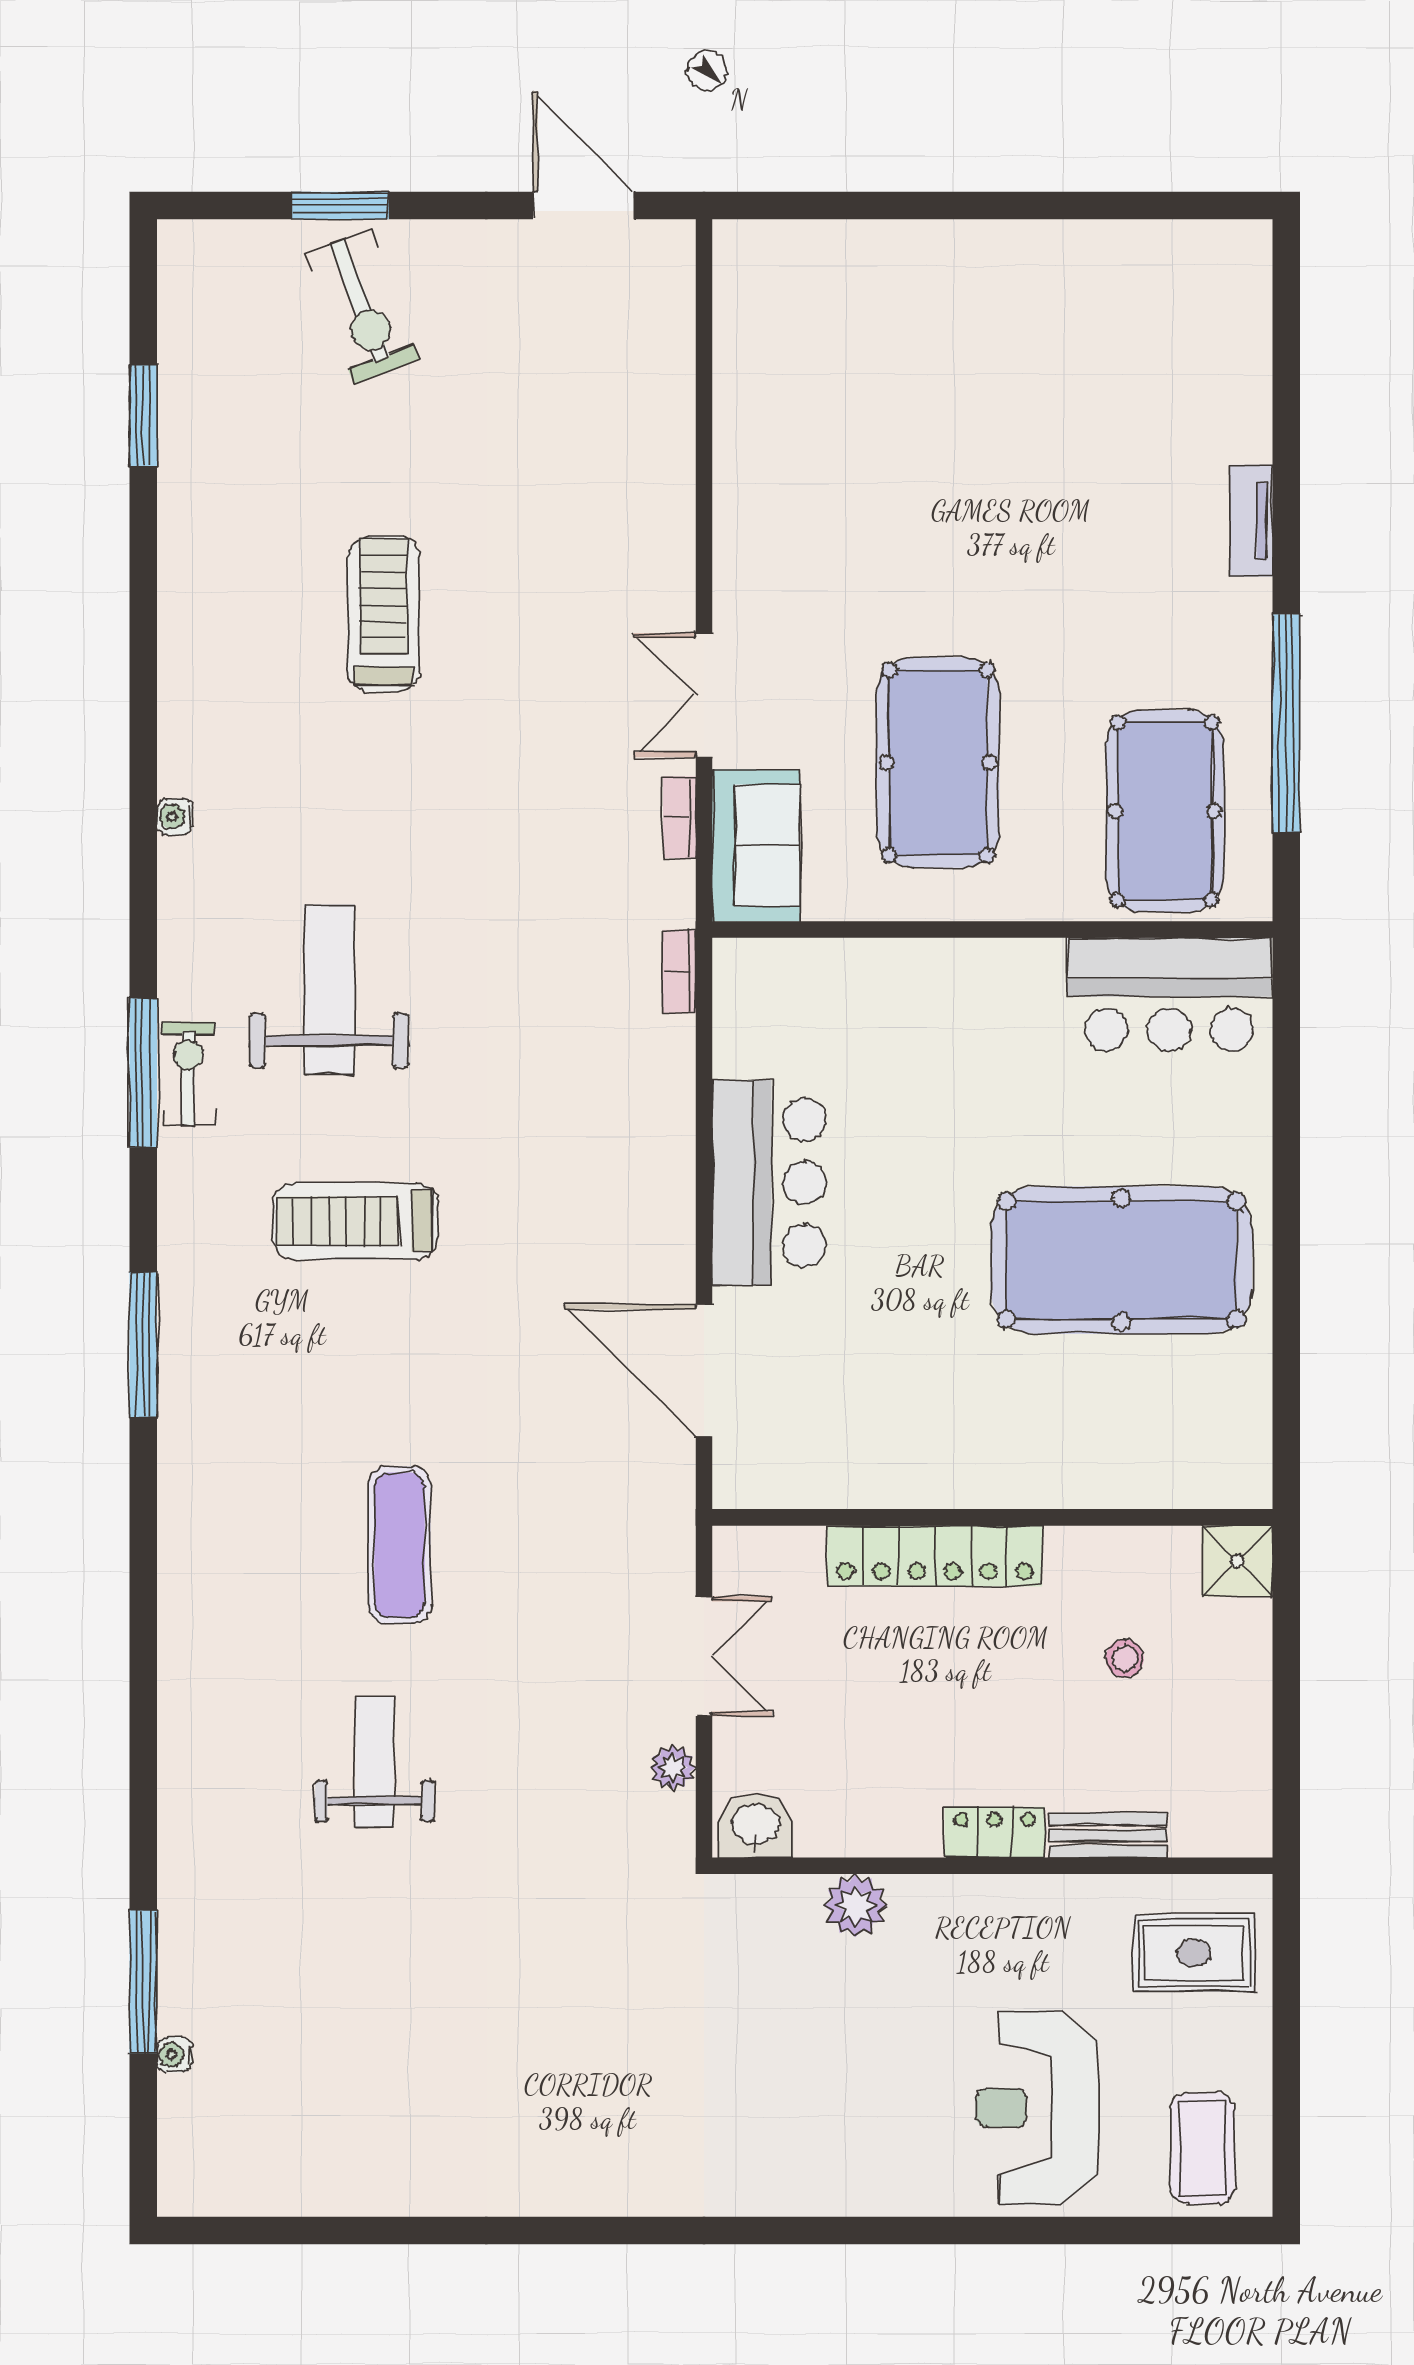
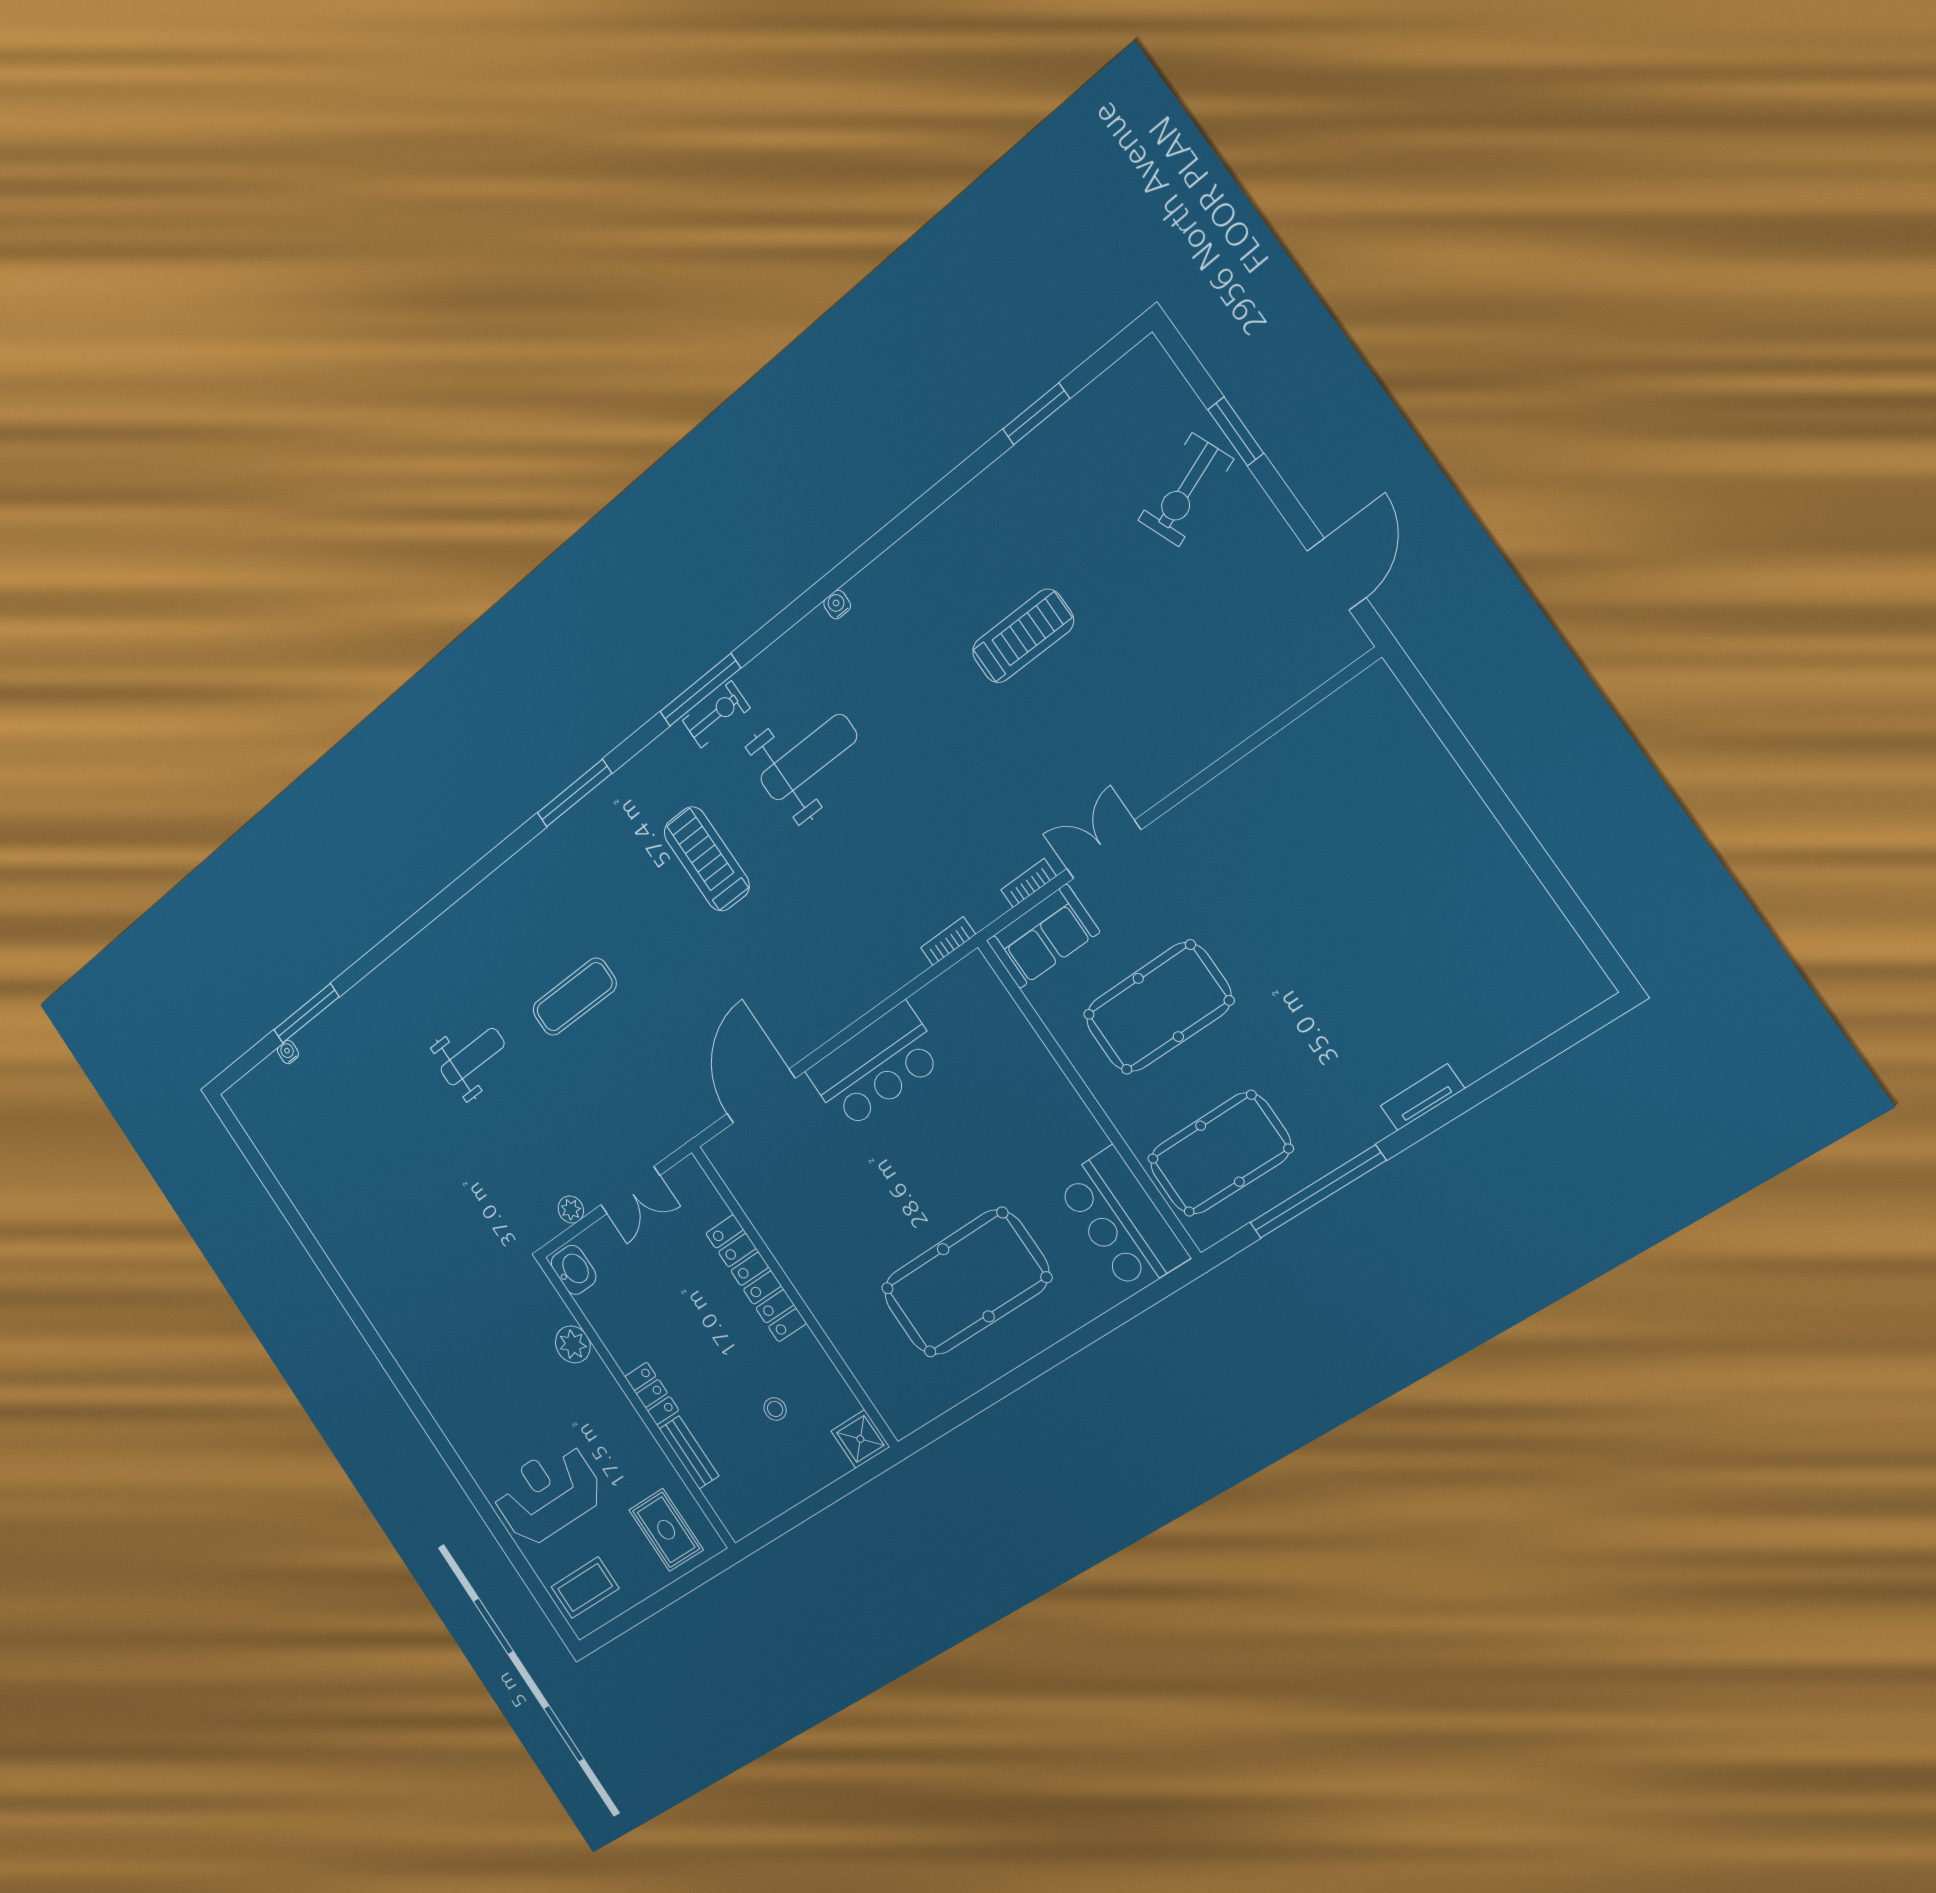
pool table: (1121, 1260) -> (966, 1283), turned 90

